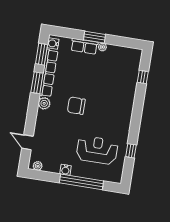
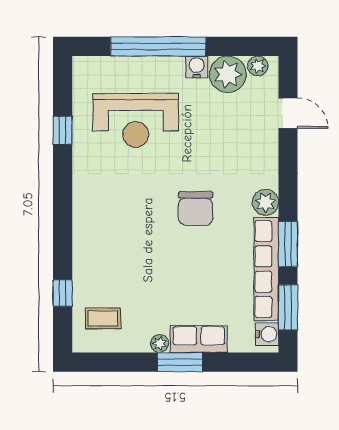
coffee table: (126, 62) -> (103, 319), added
chair: (76, 106) -> (196, 209), turned 90
plant: (52, 164) -> (228, 74), added

